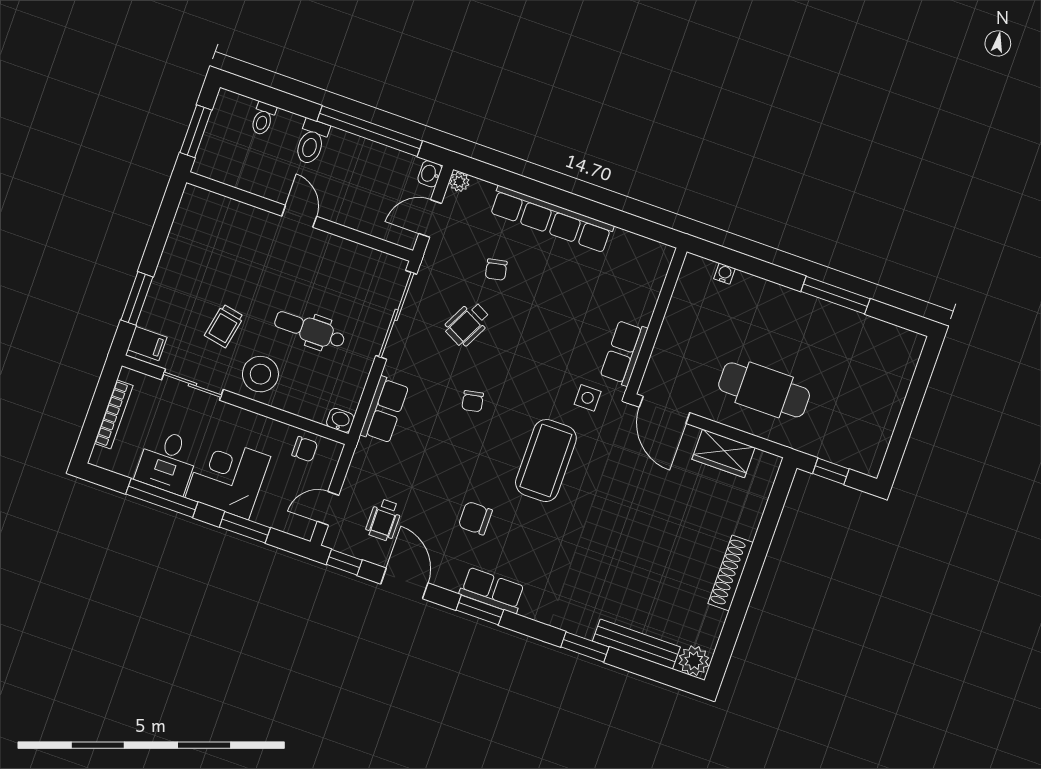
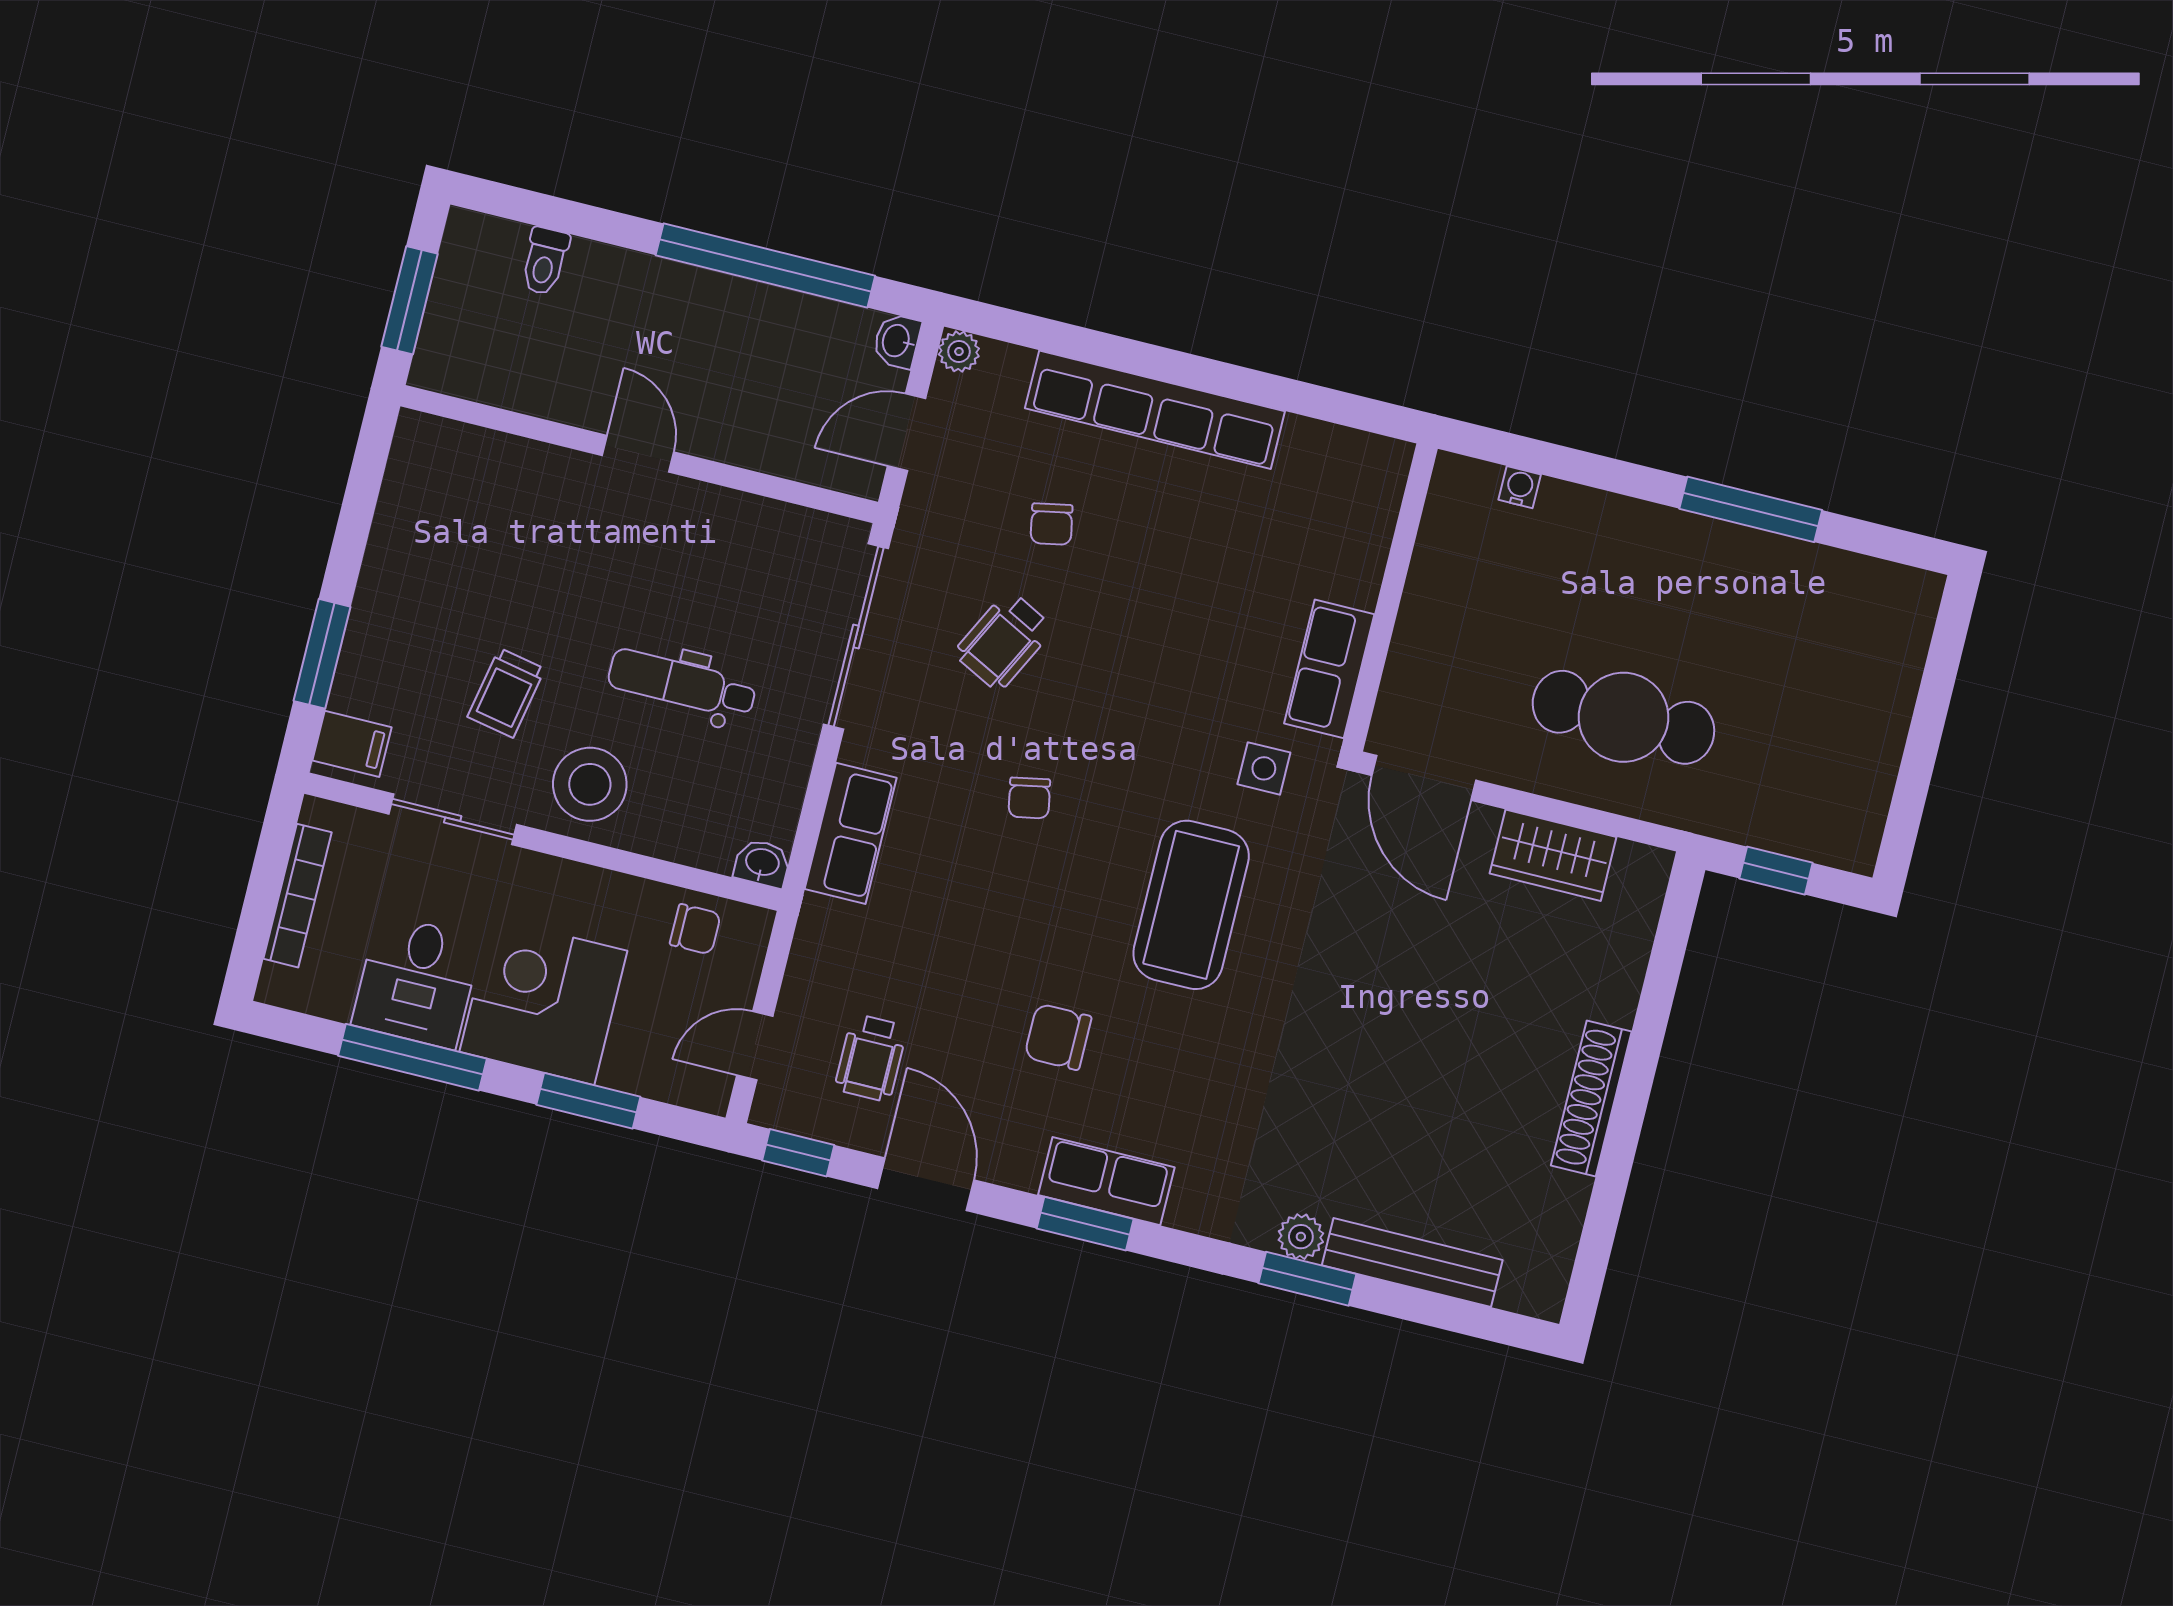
toilet: (311, 142) -> (649, 299), removed
plant: (694, 661) -> (1301, 1237), moved, width x0.73, depth x0.73

